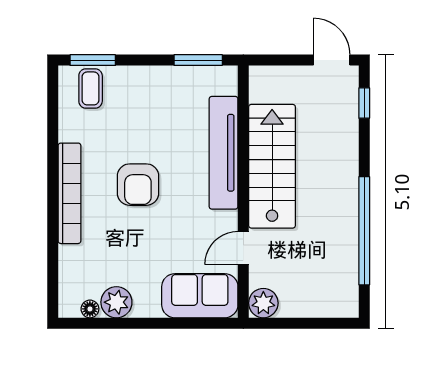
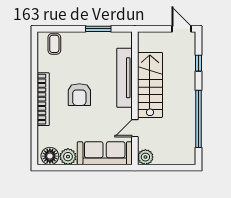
window: (93, 60) -> (55, 29), removed
window: (198, 60) -> (98, 29), moved
window: (364, 103) -> (199, 63), moved
sofa: (200, 296) -> (105, 153), width x1.36
floor lamp: (90, 309) -> (50, 156), width x1.89, depth x1.89

